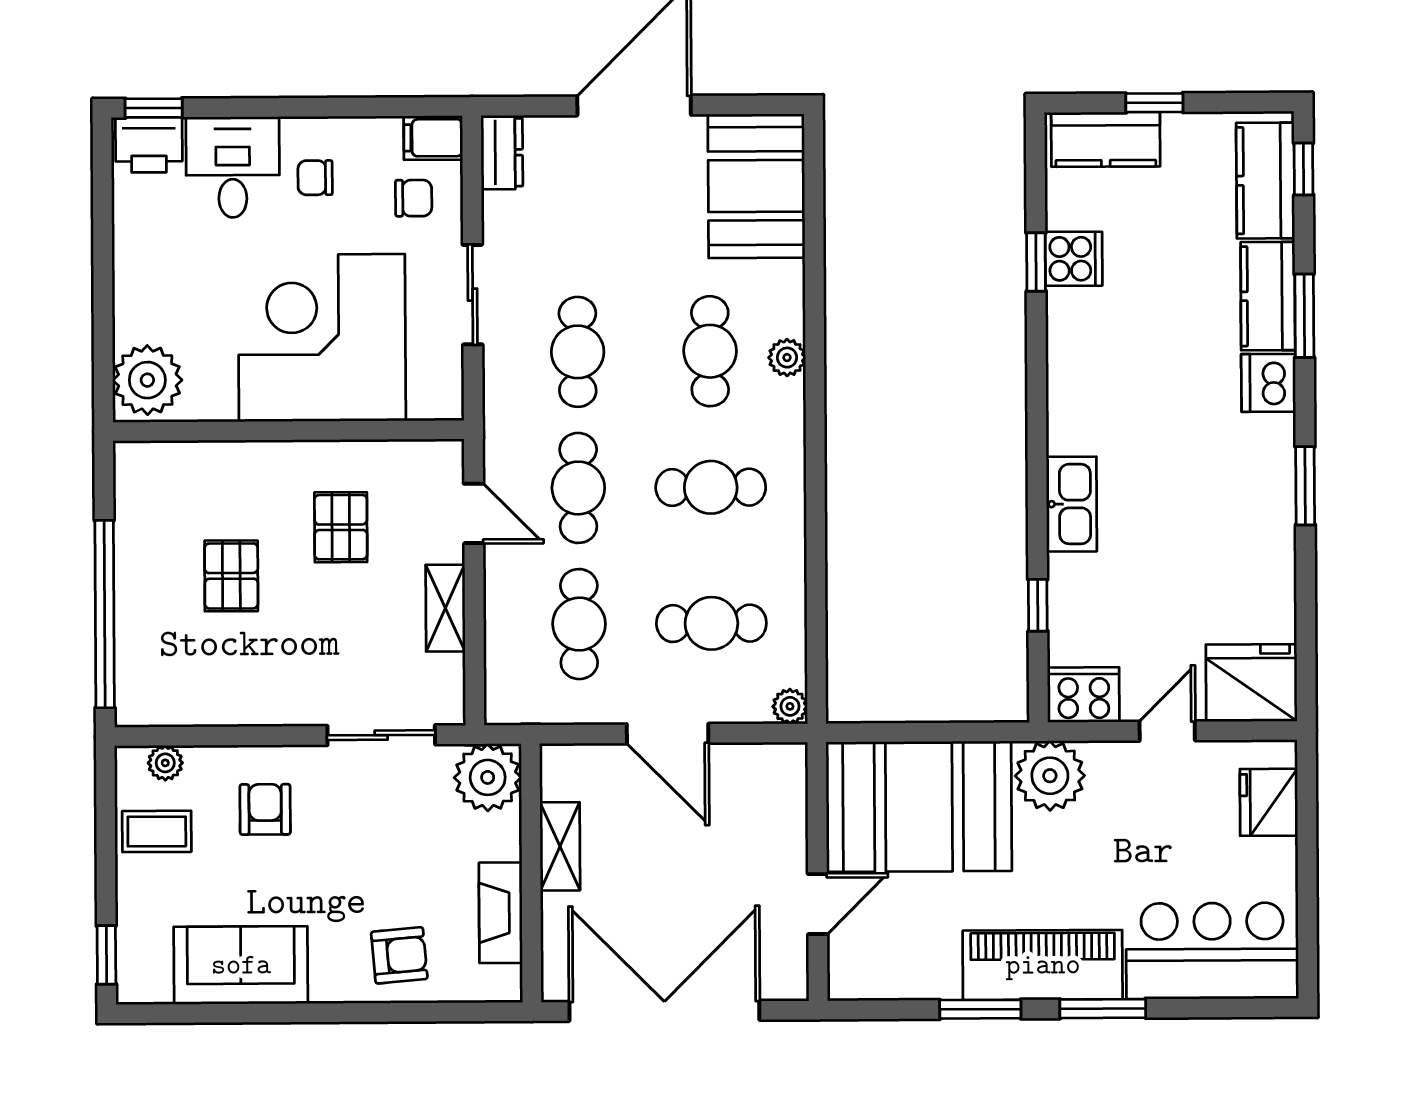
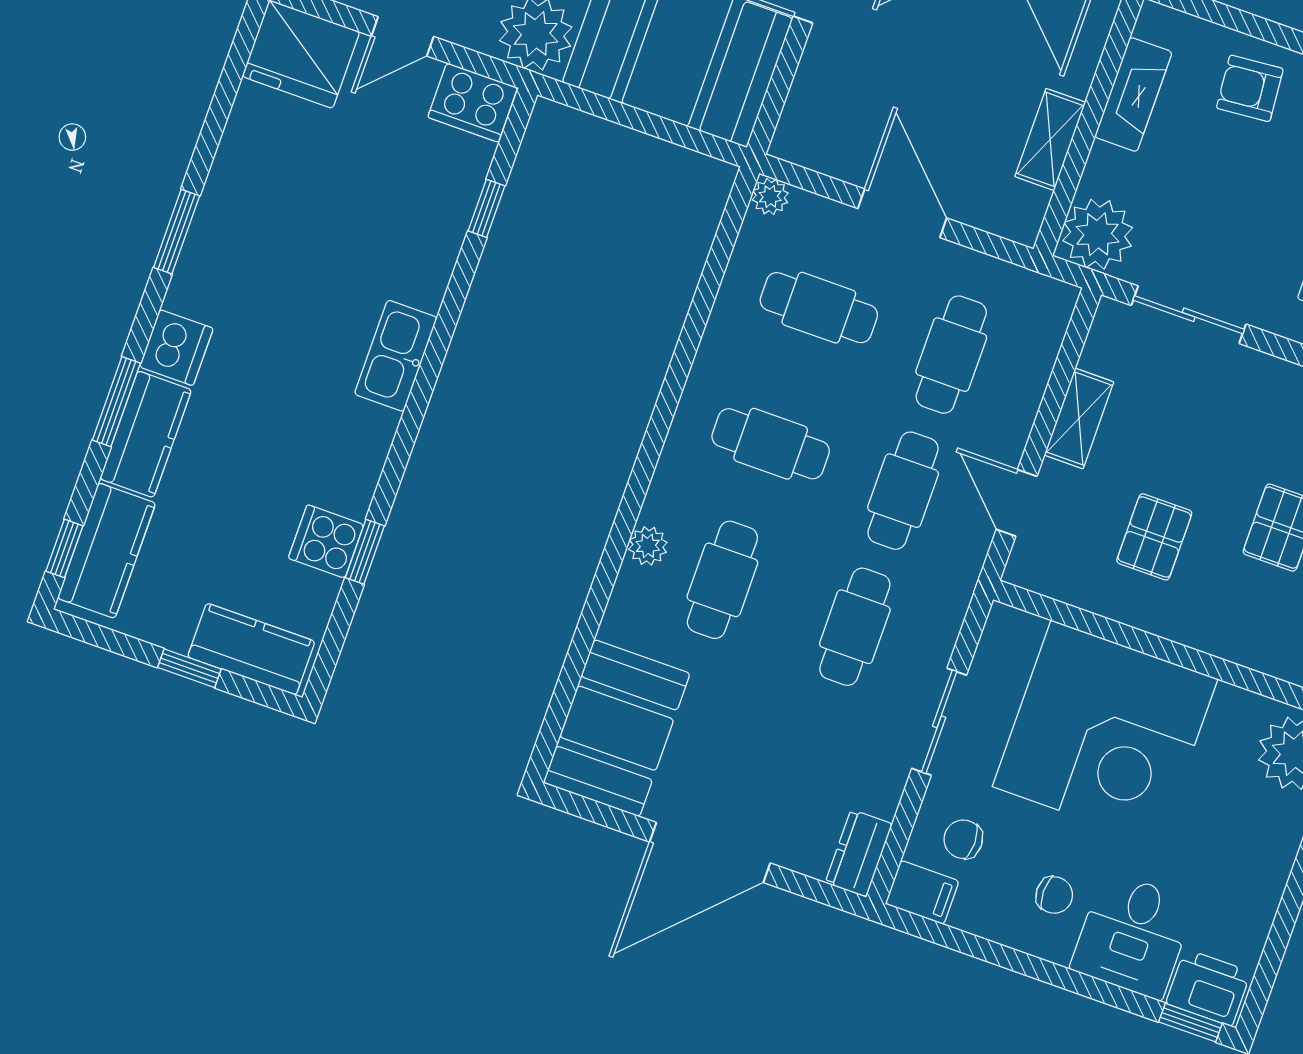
kitchen sink: (1072, 504) -> (396, 356), moved

